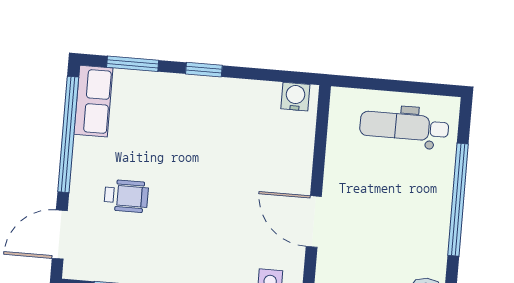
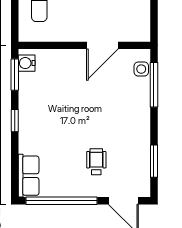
window: (133, 64) -> (15, 75), moved
row of seats: (93, 101) -> (29, 176), moved, turned 90

